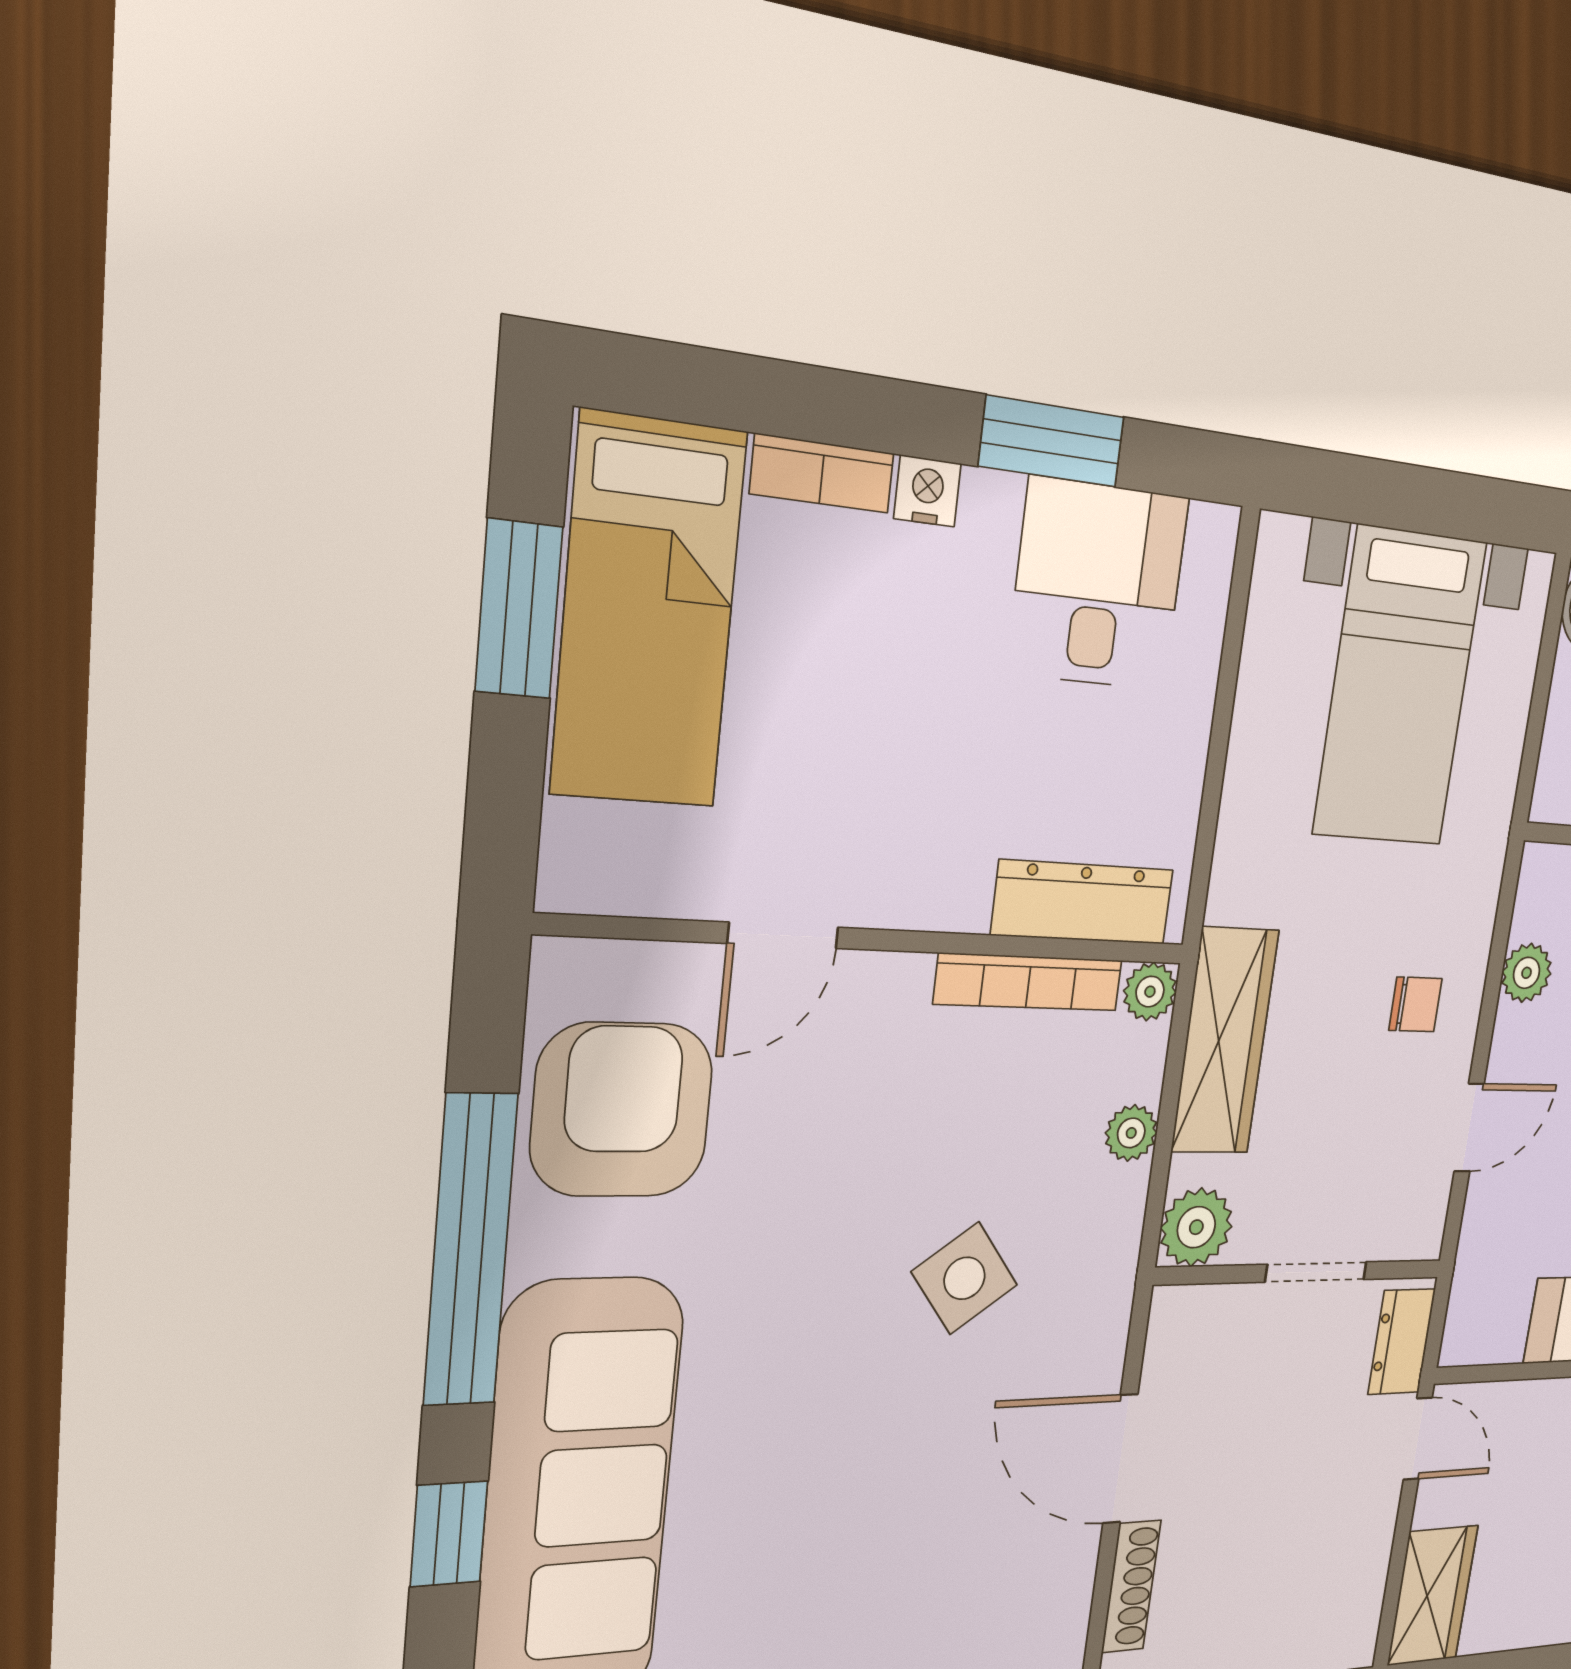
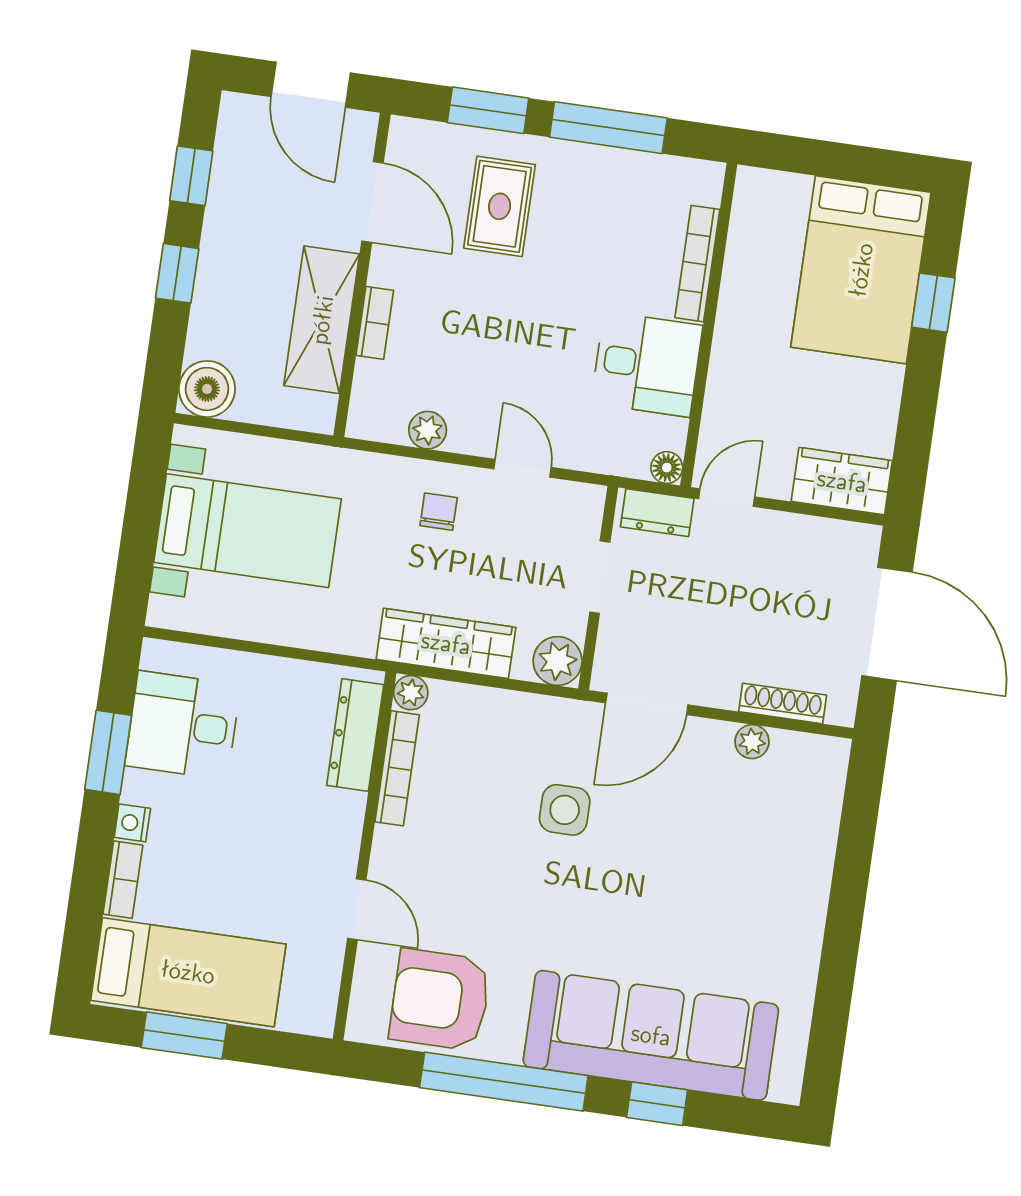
plant: (1131, 1133) -> (752, 742), moved
side table: (964, 1278) -> (565, 810), turned 37
floor lamp: (1461, 1343) -> (667, 468), added
door: (1120, 1459) -> (647, 704), moved

